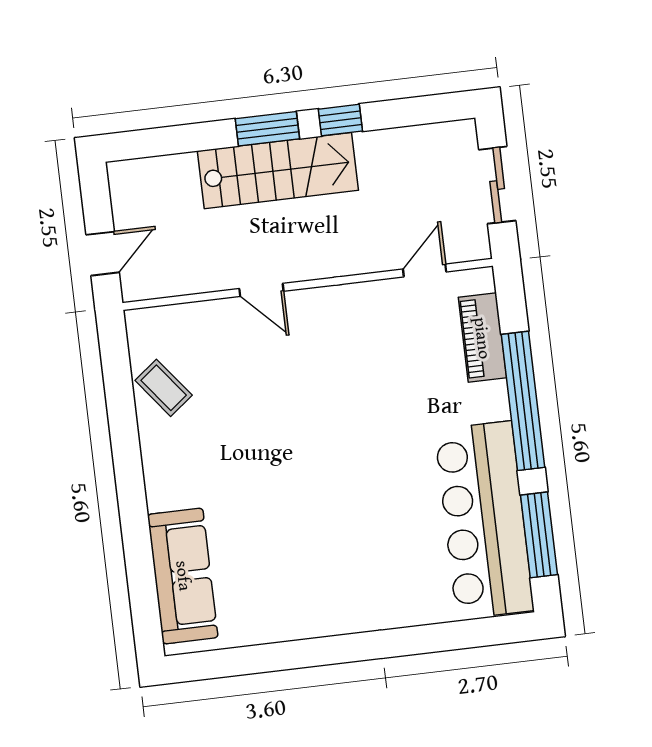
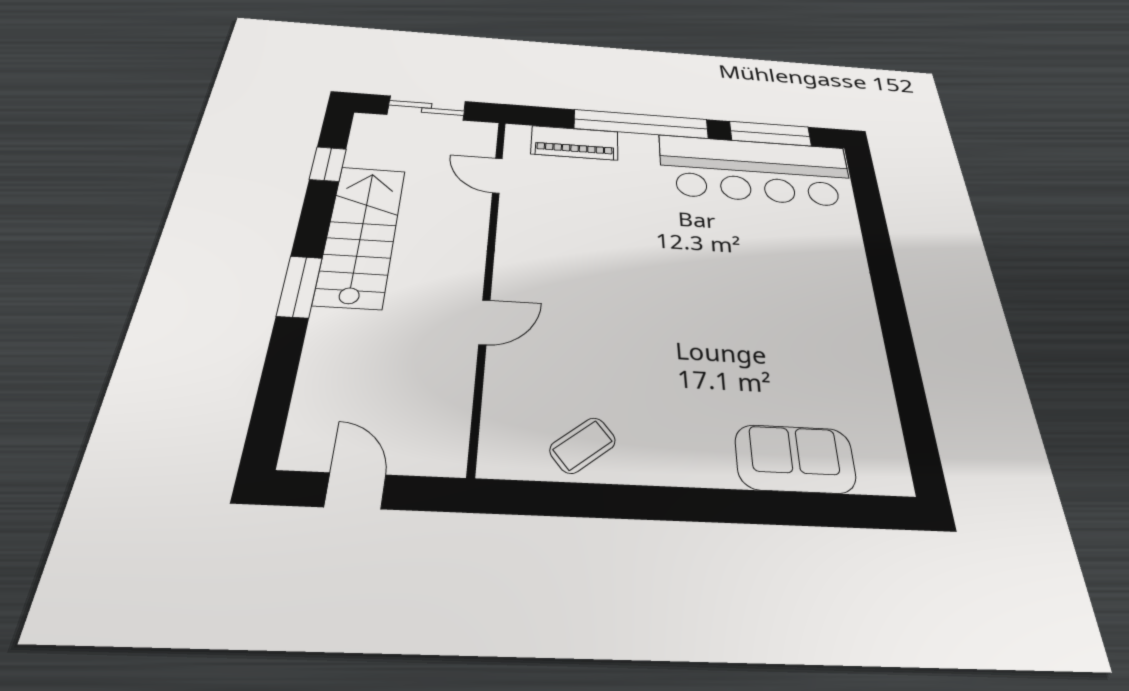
window: (340, 120) -> (328, 164), moved
stairs: (278, 171) -> (361, 235), moved
door: (103, 254) -> (355, 491), moved
sofa: (183, 576) -> (795, 459), width x0.73

